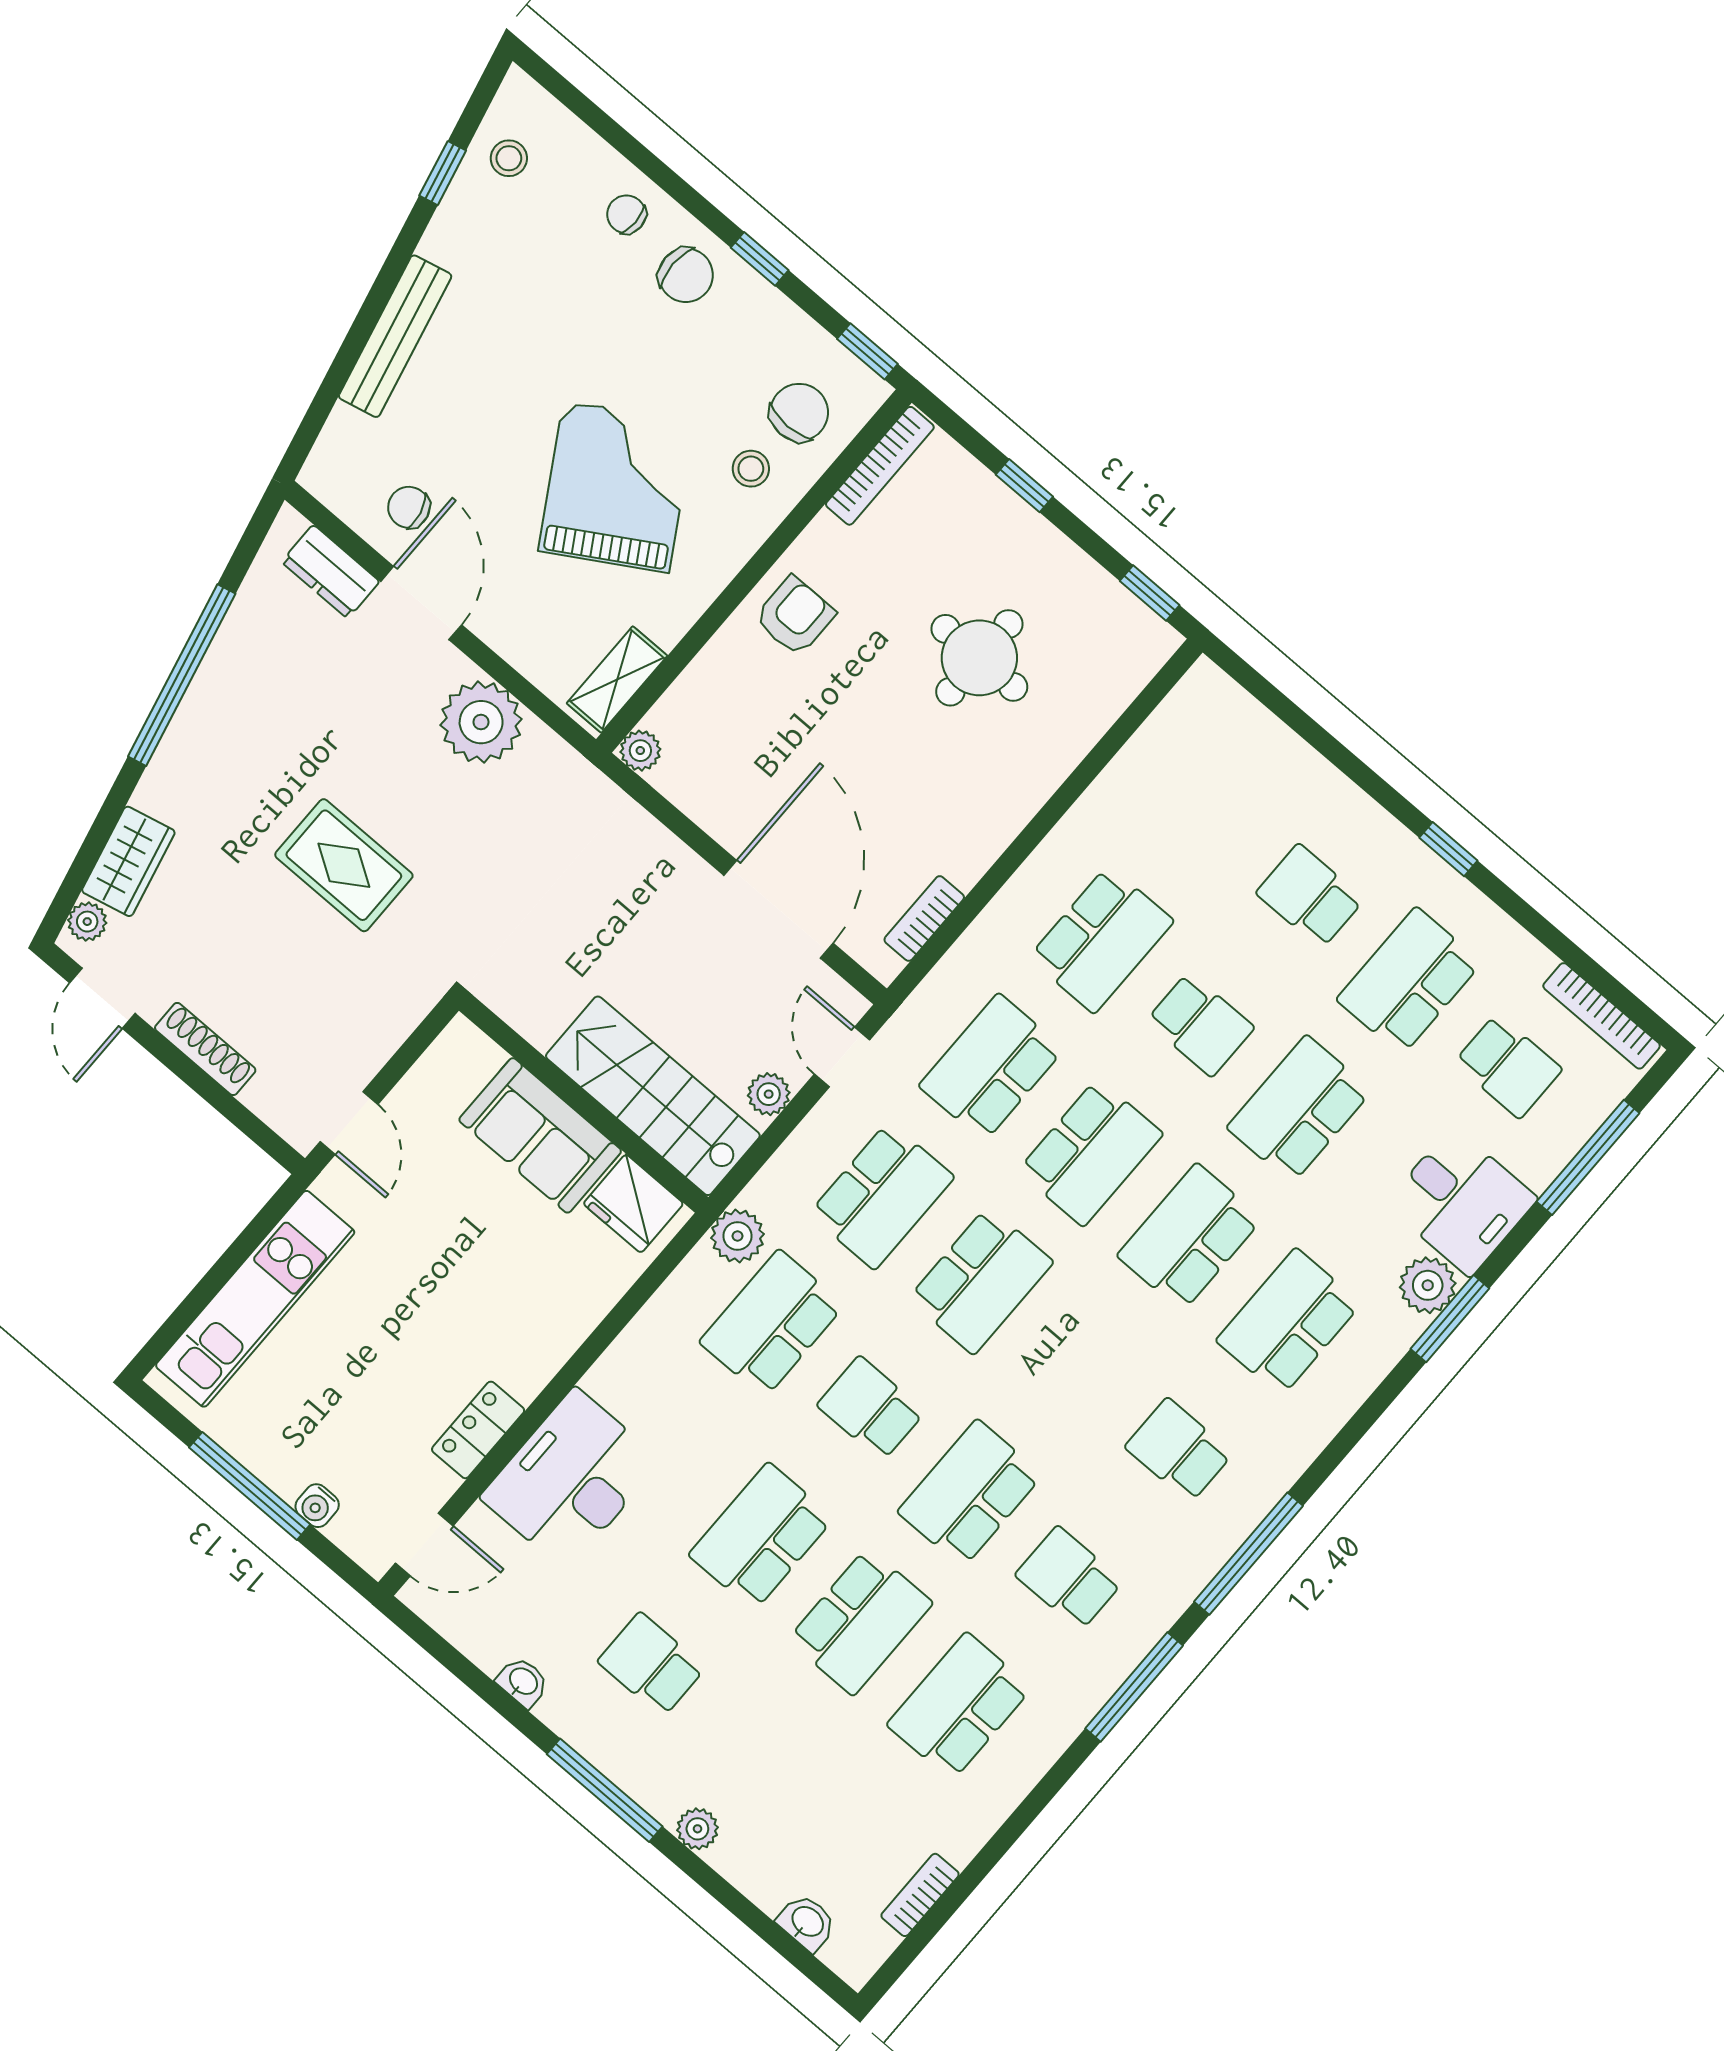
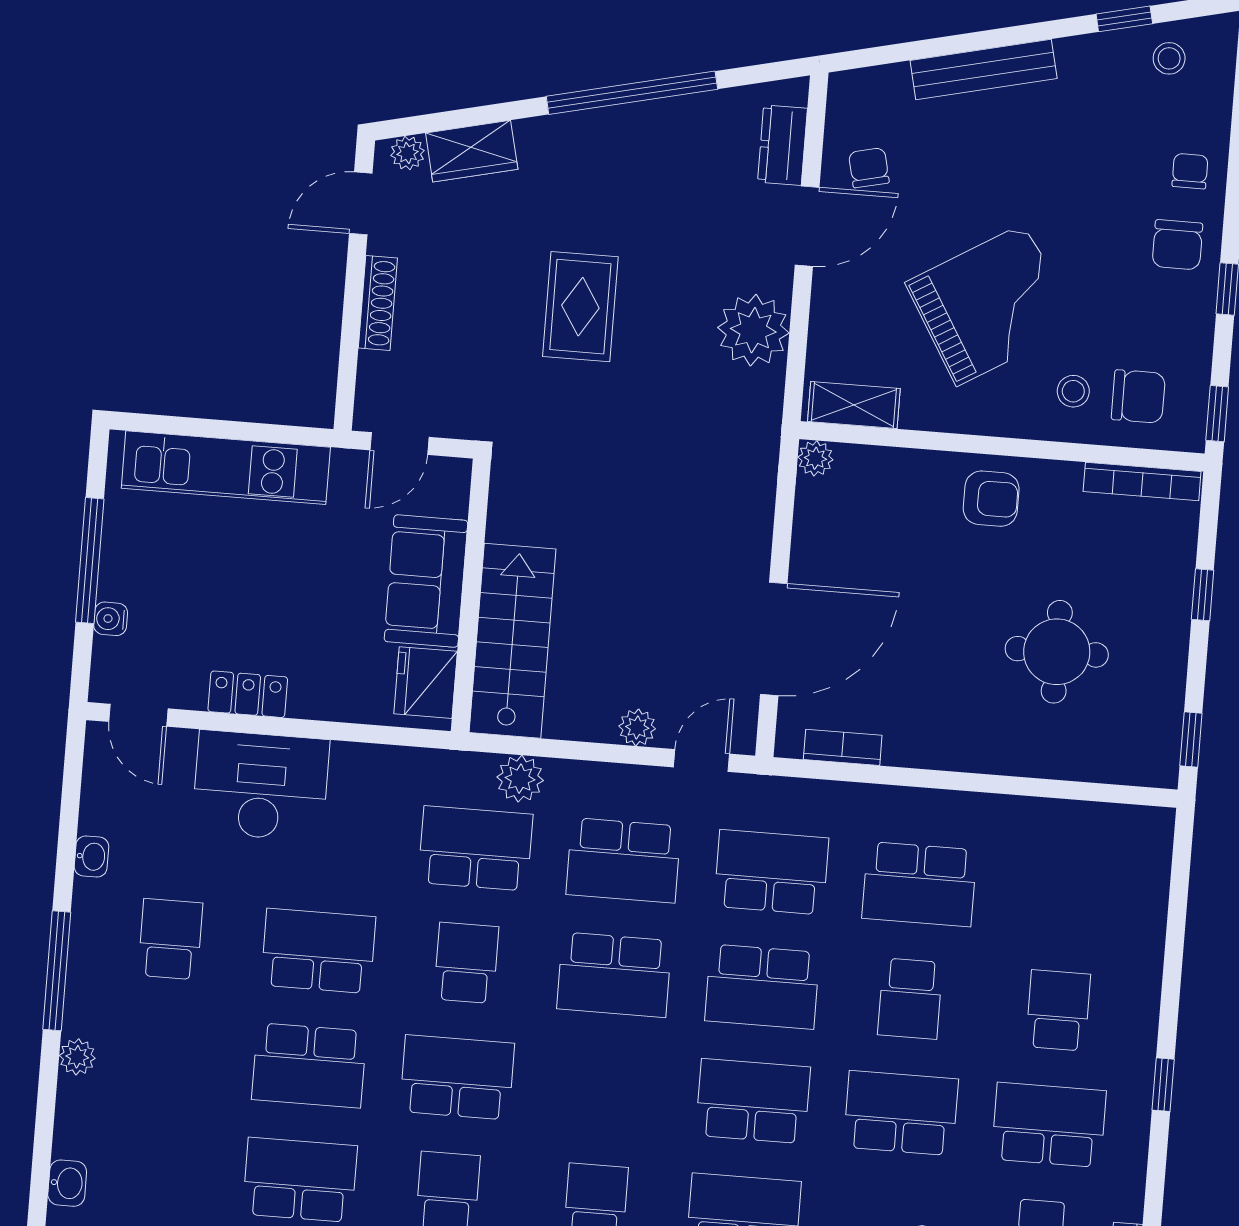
stairs: (653, 1096) -> (512, 641), moved
wall: (584, 1104) -> (471, 596), moved
sofa: (540, 1135) -> (426, 581), moved
fridge: (633, 1204) -> (426, 683), moved

